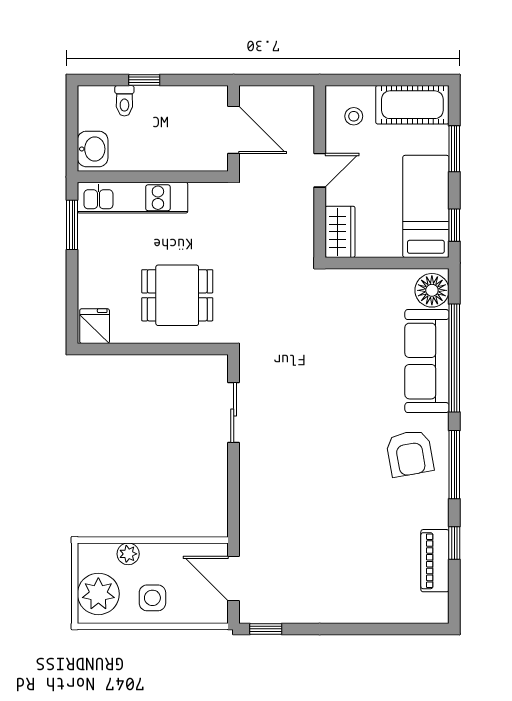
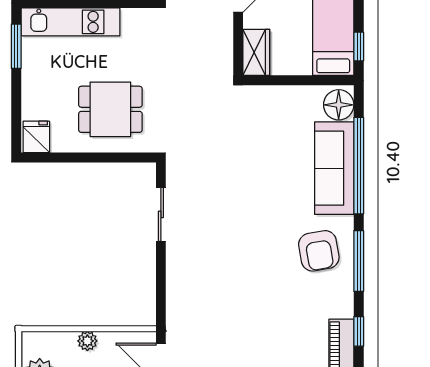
plant: (128, 554) -> (87, 341), moved

